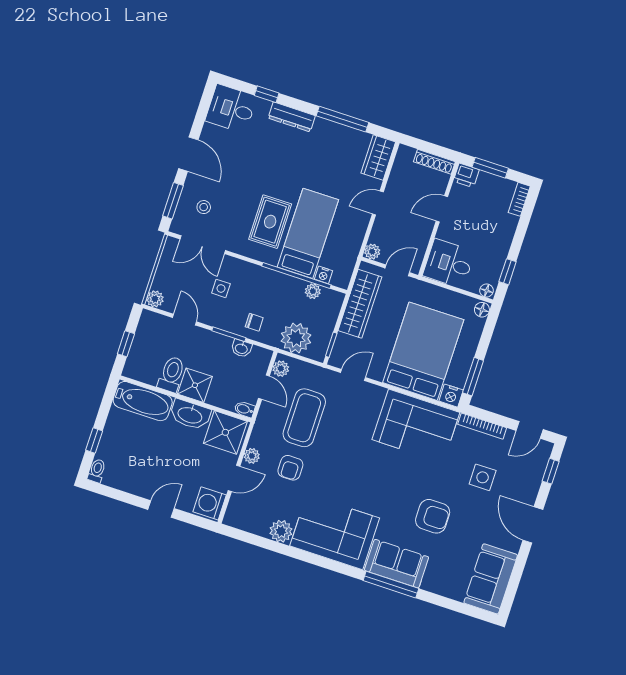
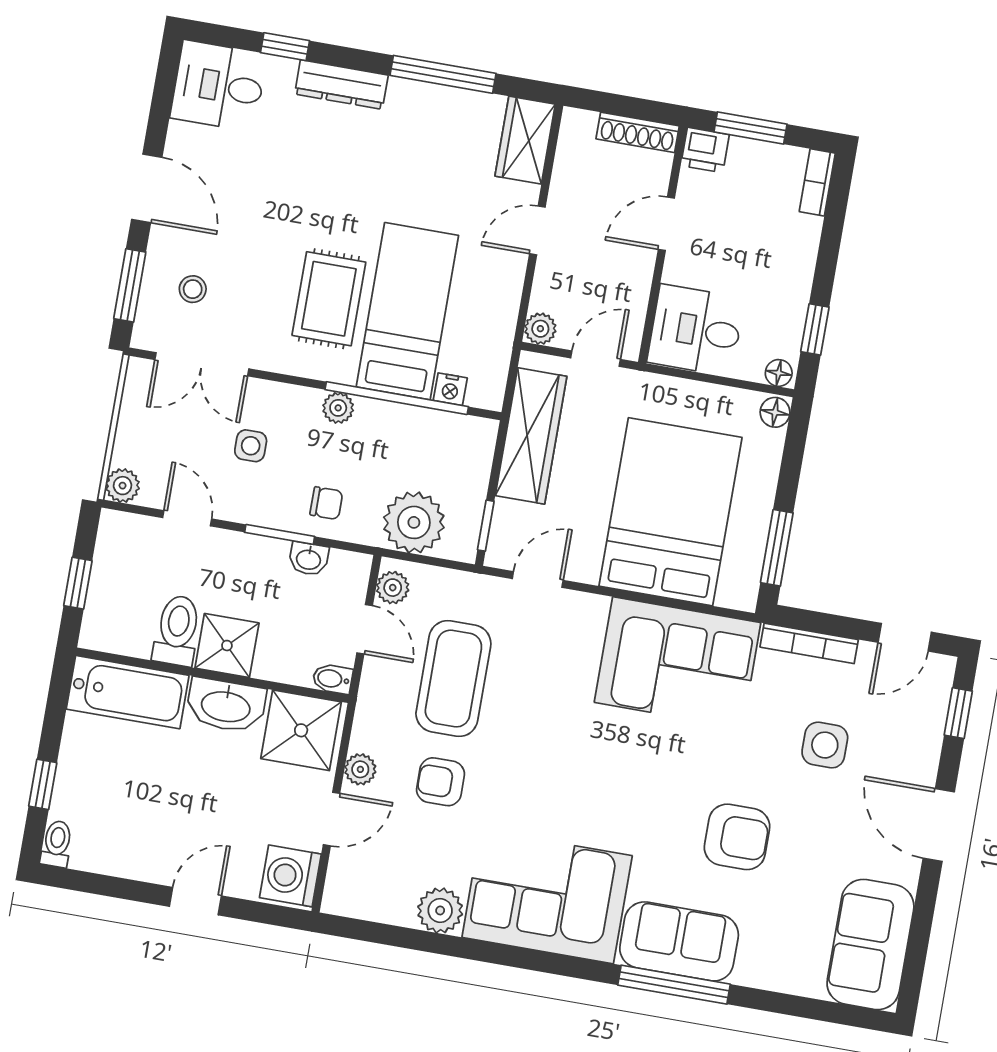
plant: (313, 291) -> (338, 408), moved
nightstand: (451, 396) -> (739, 592), removed
armchair: (290, 468) -> (440, 782), turned 90

